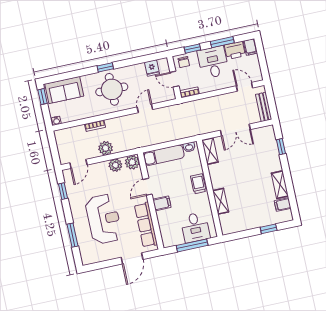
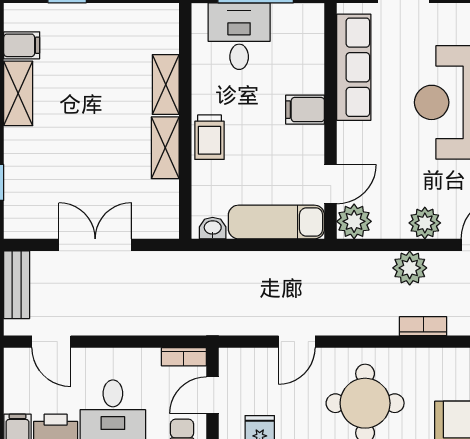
door: (174, 79) -> (213, 395), swing flipped
shelving: (210, 151) -> (165, 148), moved
plant: (115, 165) -> (425, 223), moved
door: (148, 187) -> (331, 184), moved

